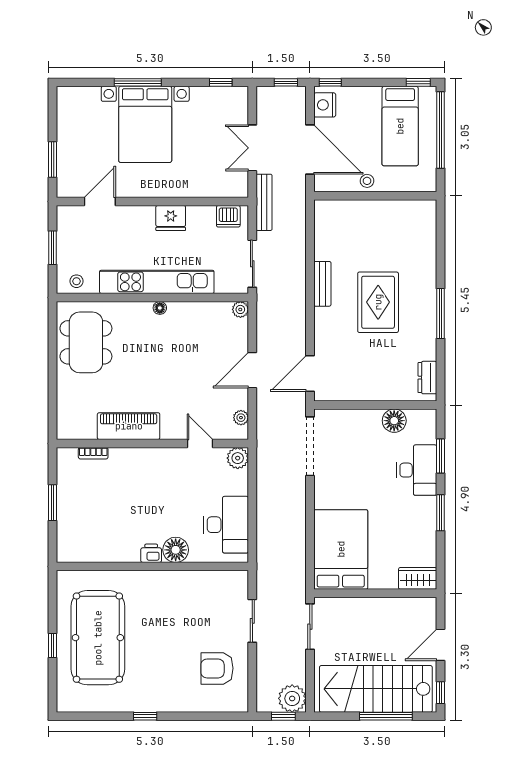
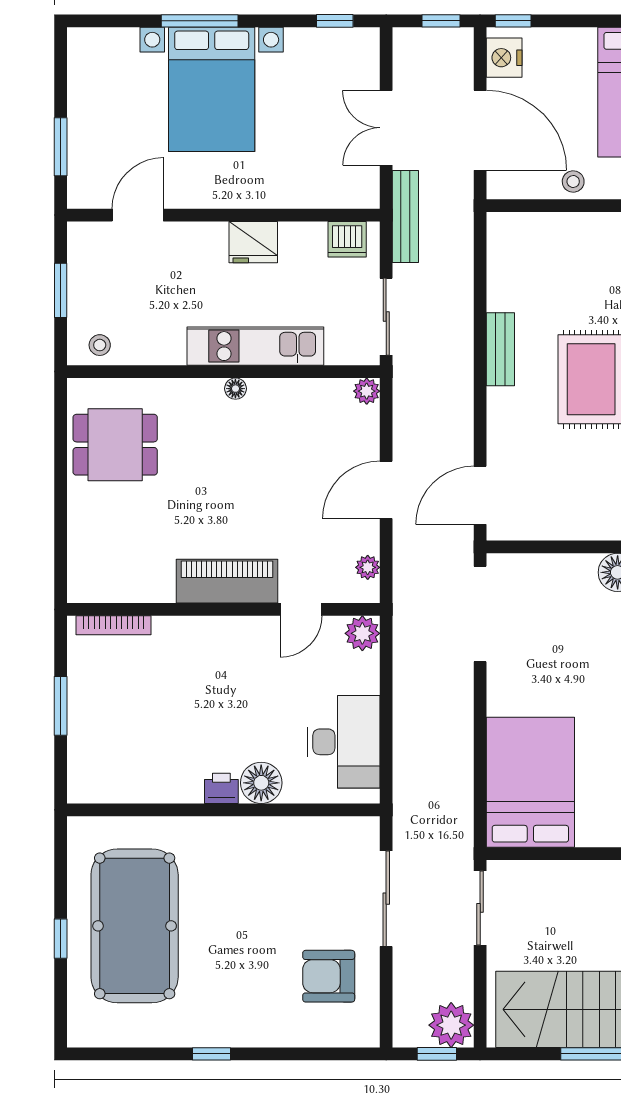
kitchen unit: (157, 282) -> (255, 346), width x0.73
dining table: (86, 342) -> (115, 445), width x0.73
piano: (129, 426) -> (227, 581), moved
door: (200, 443) -> (301, 609), swing flipped
bookcase: (93, 453) -> (113, 625), width x1.56
sliding door: (252, 621) -> (386, 899), width x1.37

